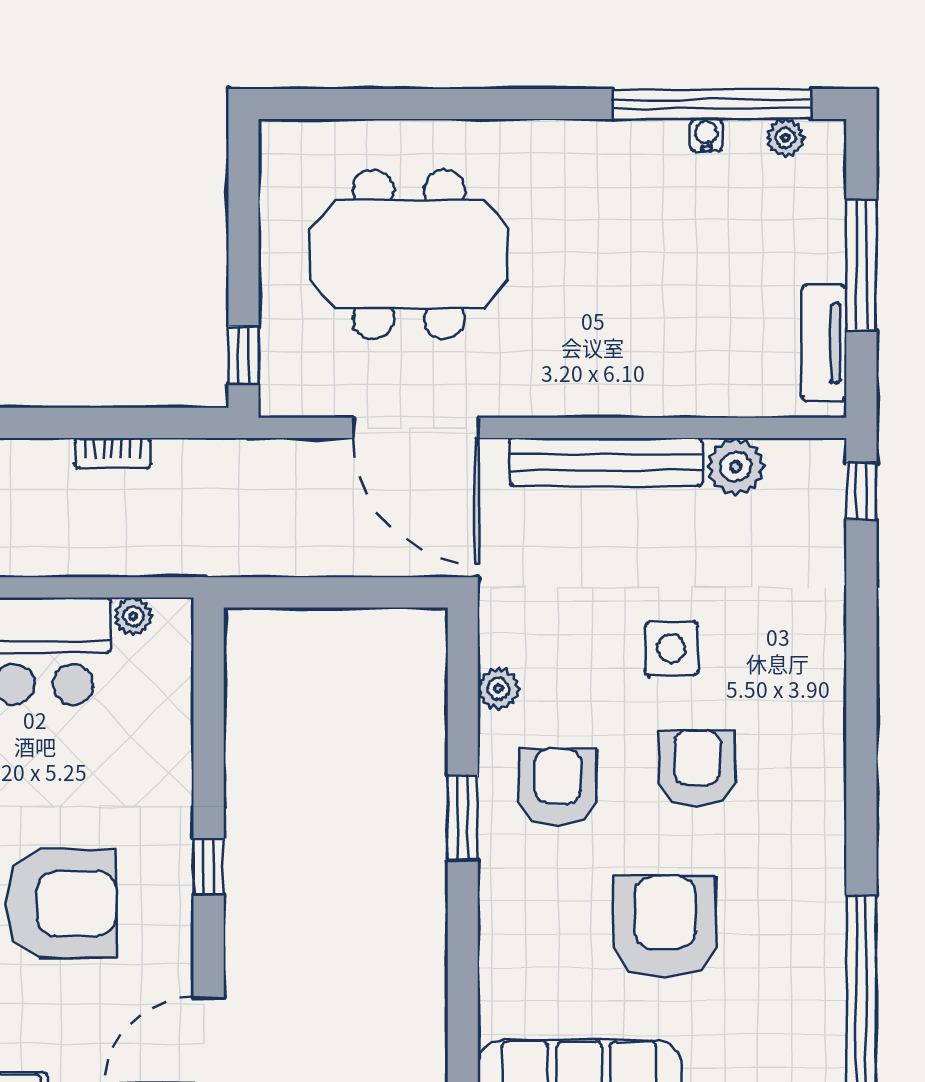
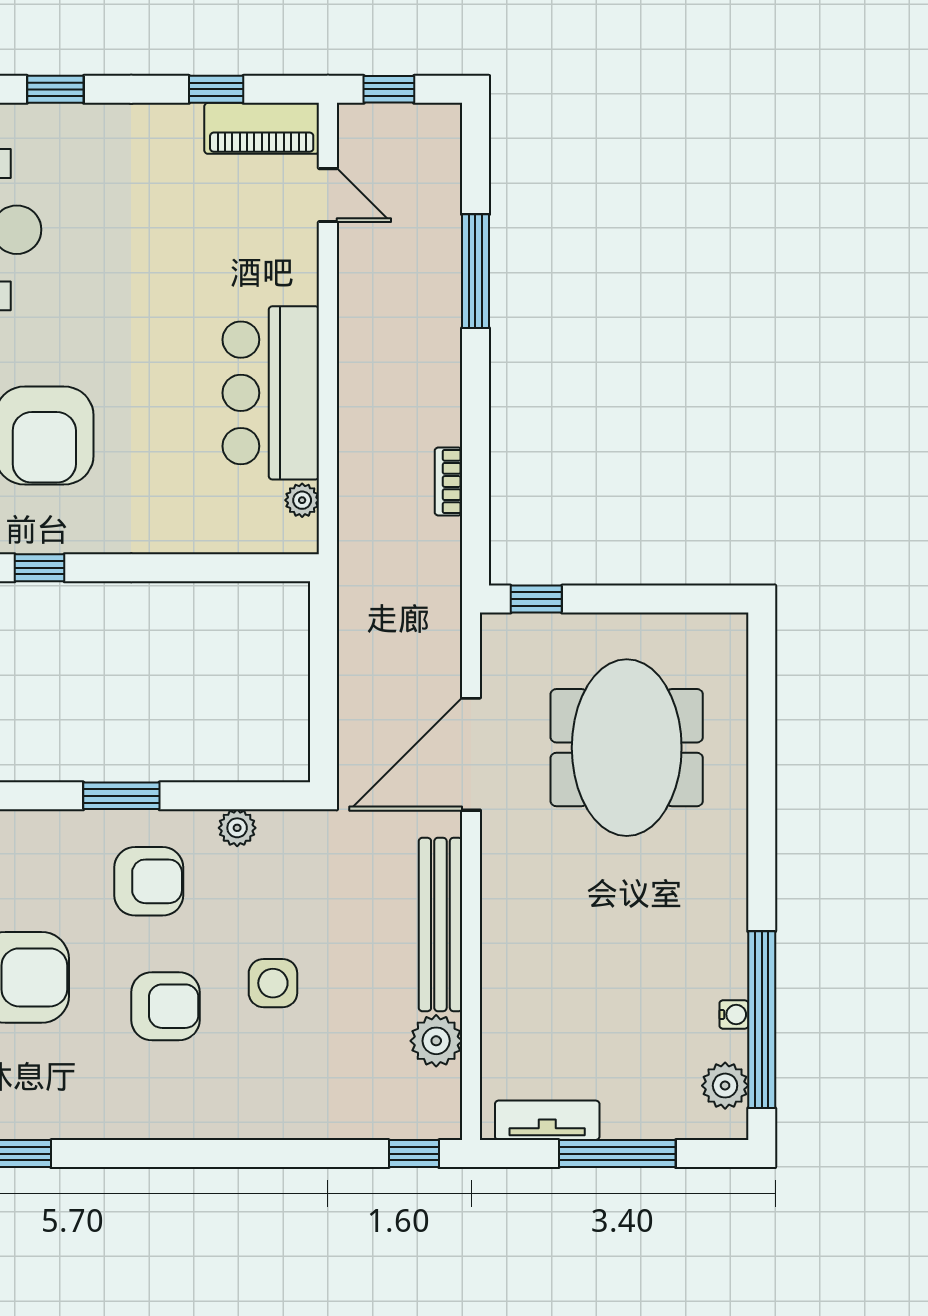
plant: (786, 138) -> (725, 1086), width x1.38, depth x1.38
window: (209, 867) -> (39, 568), moved

